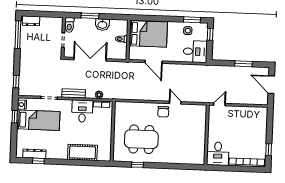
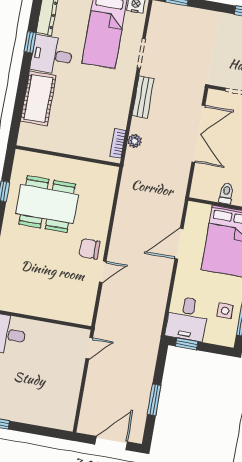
window: (210, 34) -> (187, 344), moved
door: (219, 104) -> (89, 348), hinge flipped
desk: (82, 111) -> (52, 55), moved, turned 180
dining table: (141, 139) -> (47, 204), turned 90
window: (38, 161) -> (30, 42), moved

